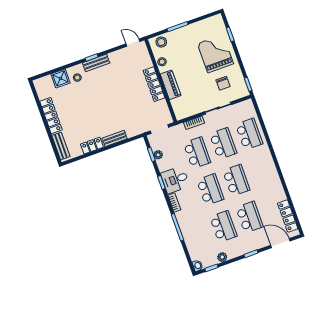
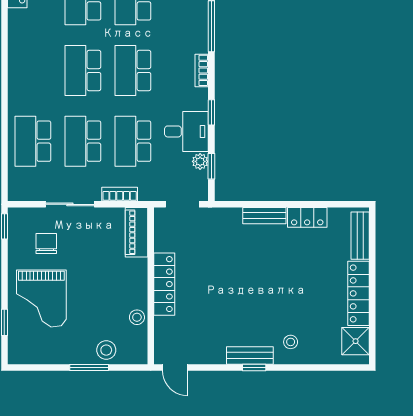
stool: (161, 42) -> (106, 350), moved
shower: (60, 78) -> (356, 341), moved
piano: (171, 85) -> (137, 232), moved
desk: (175, 180) -> (186, 131), moved

